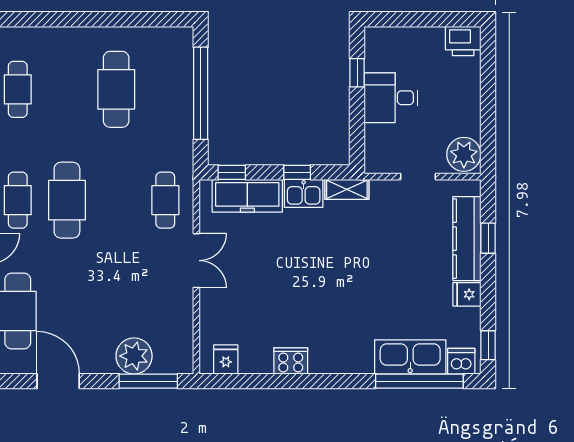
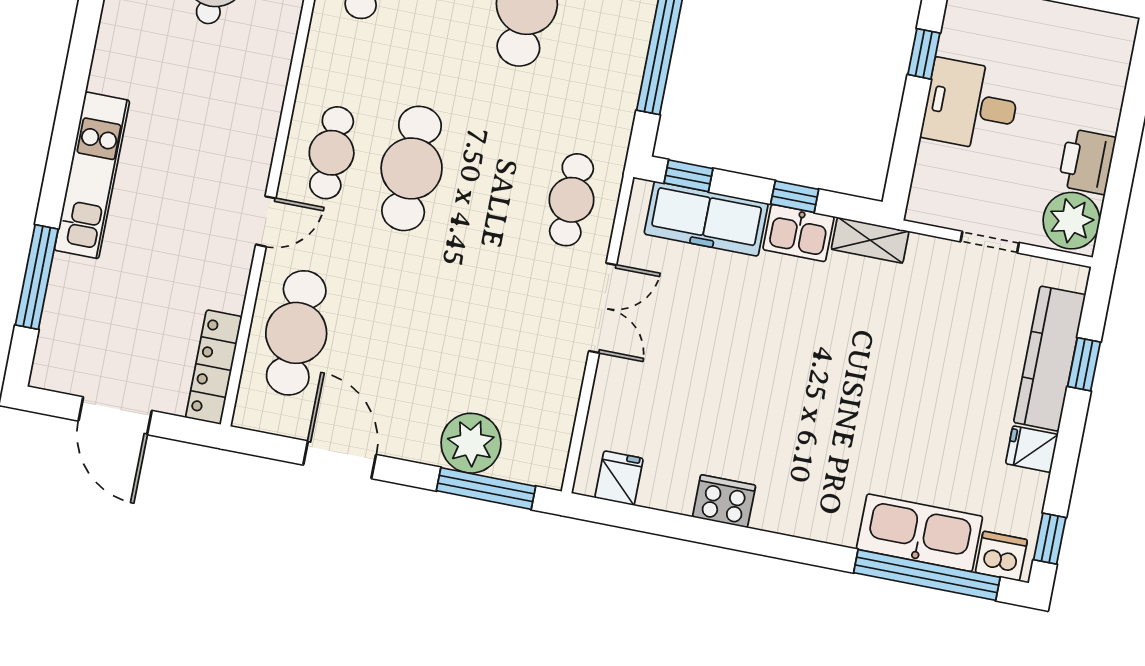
printer: (463, 41) -> (1087, 162), moved, turned 90

